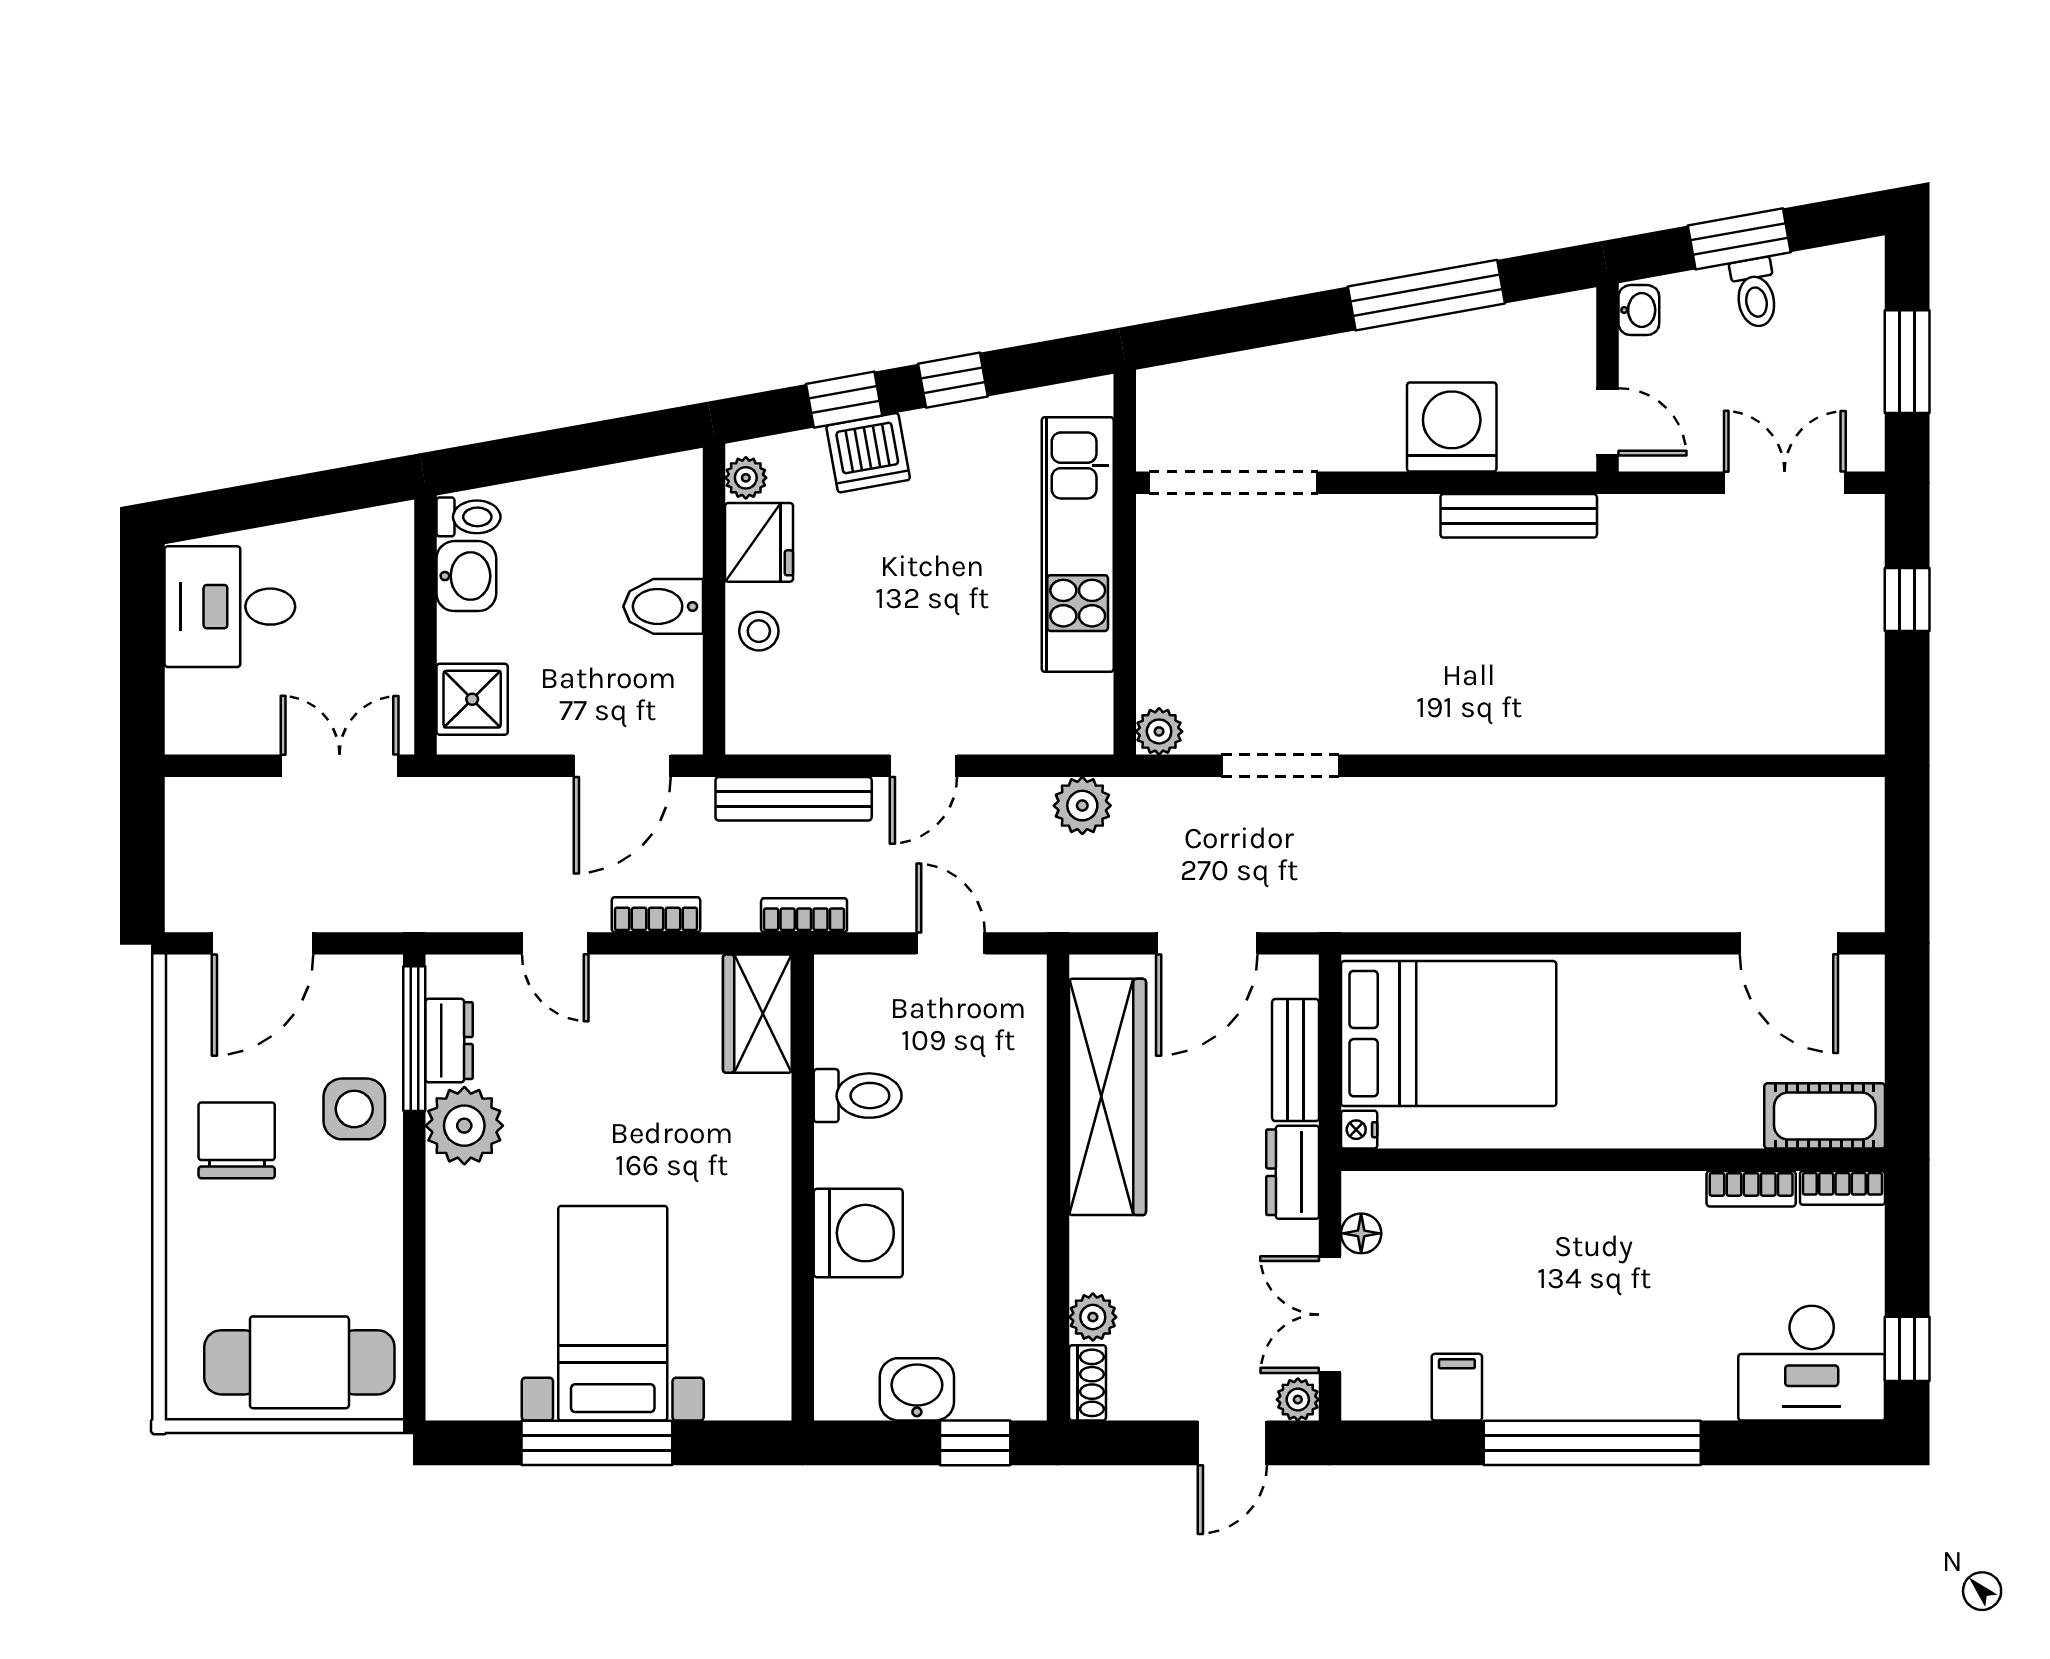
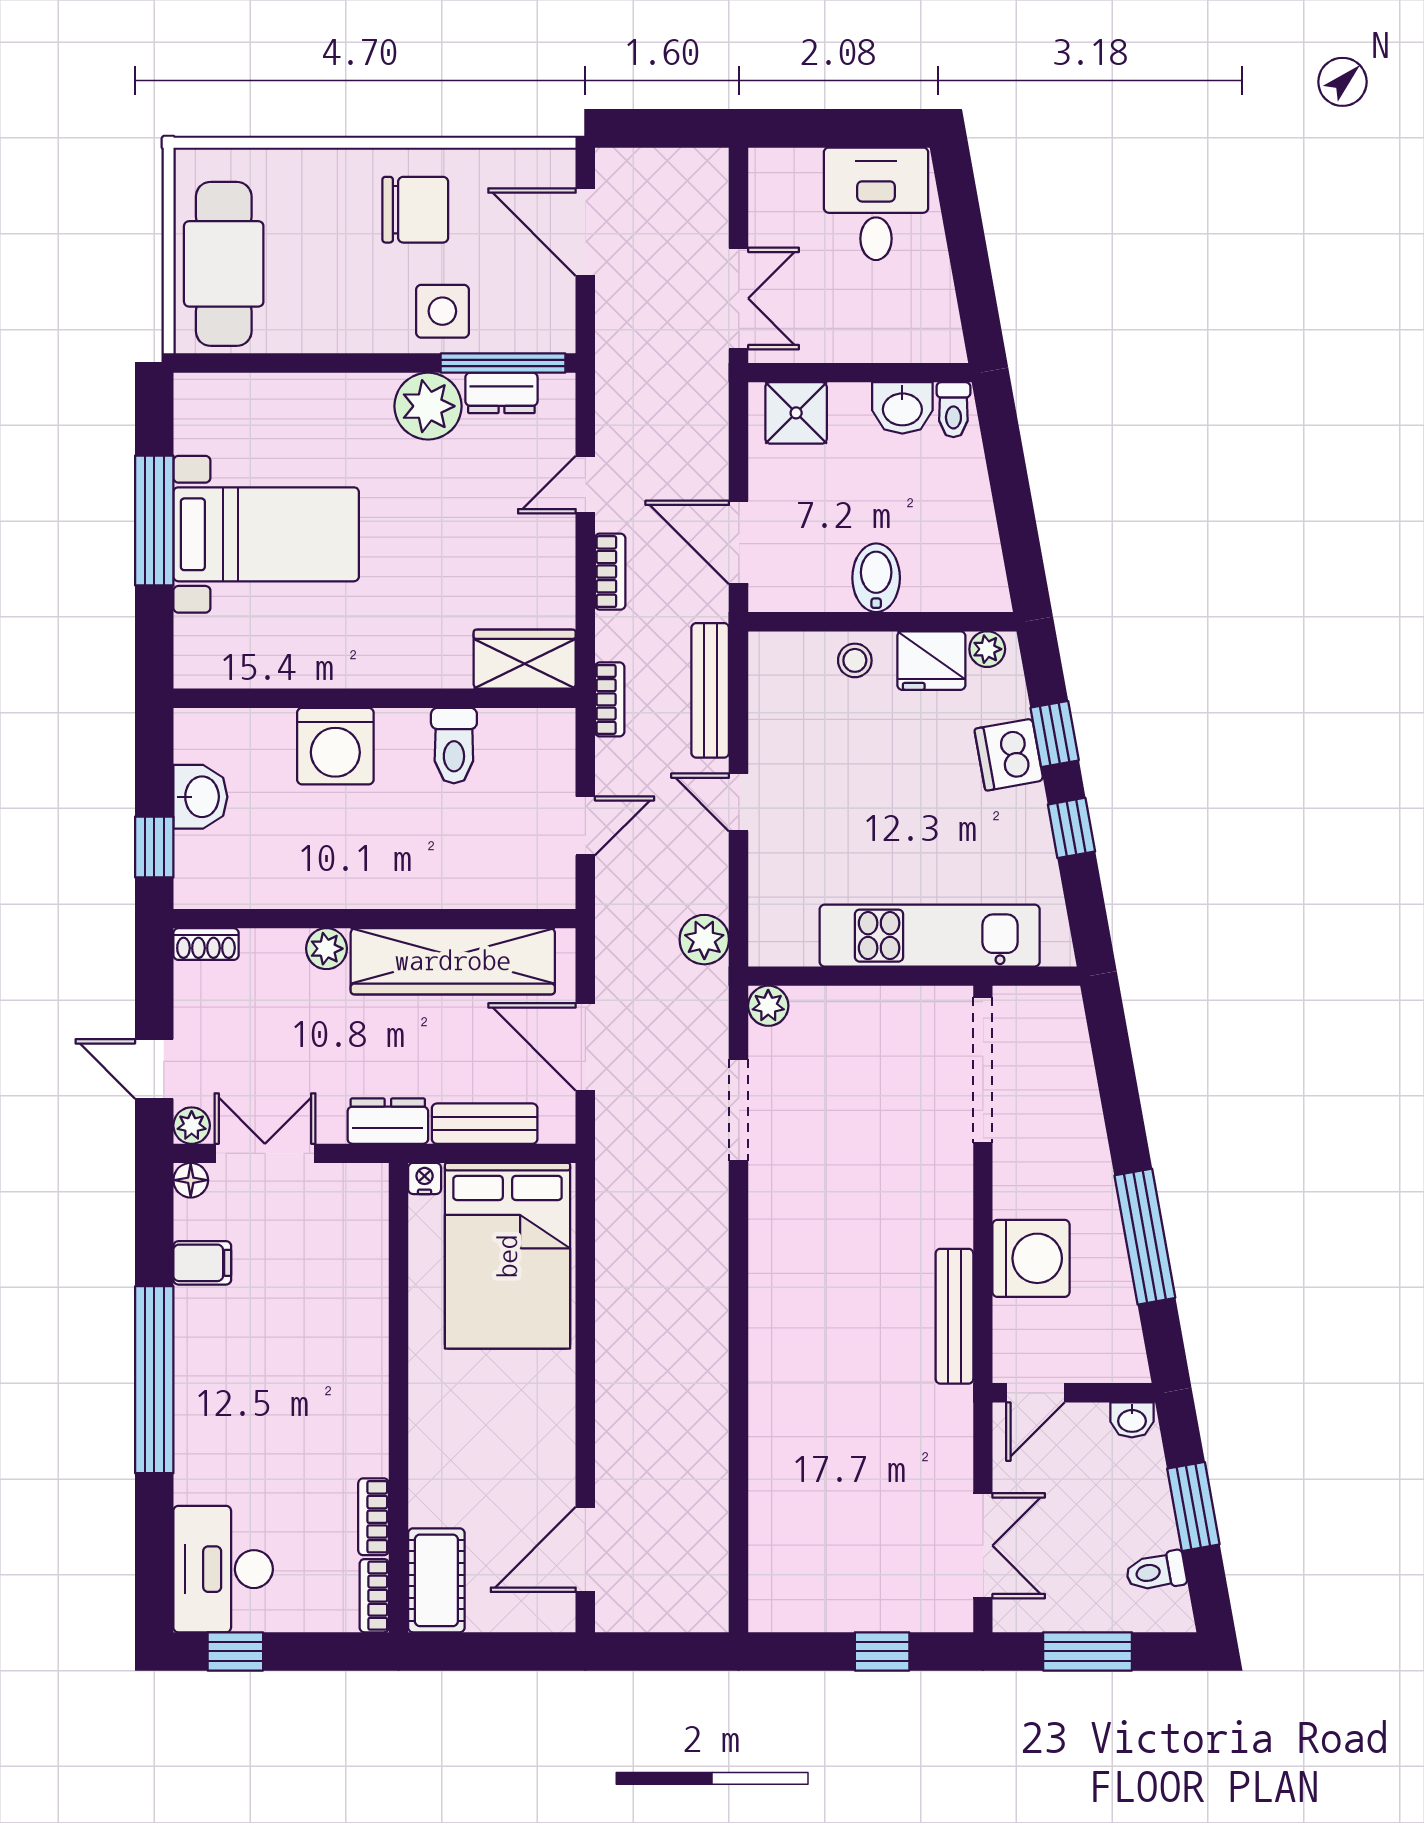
toilet: (1755, 293) -> (1156, 1572), moved
floor lamp: (1361, 1233) -> (191, 1180), moved
plant: (1093, 1317) -> (326, 949), moved

